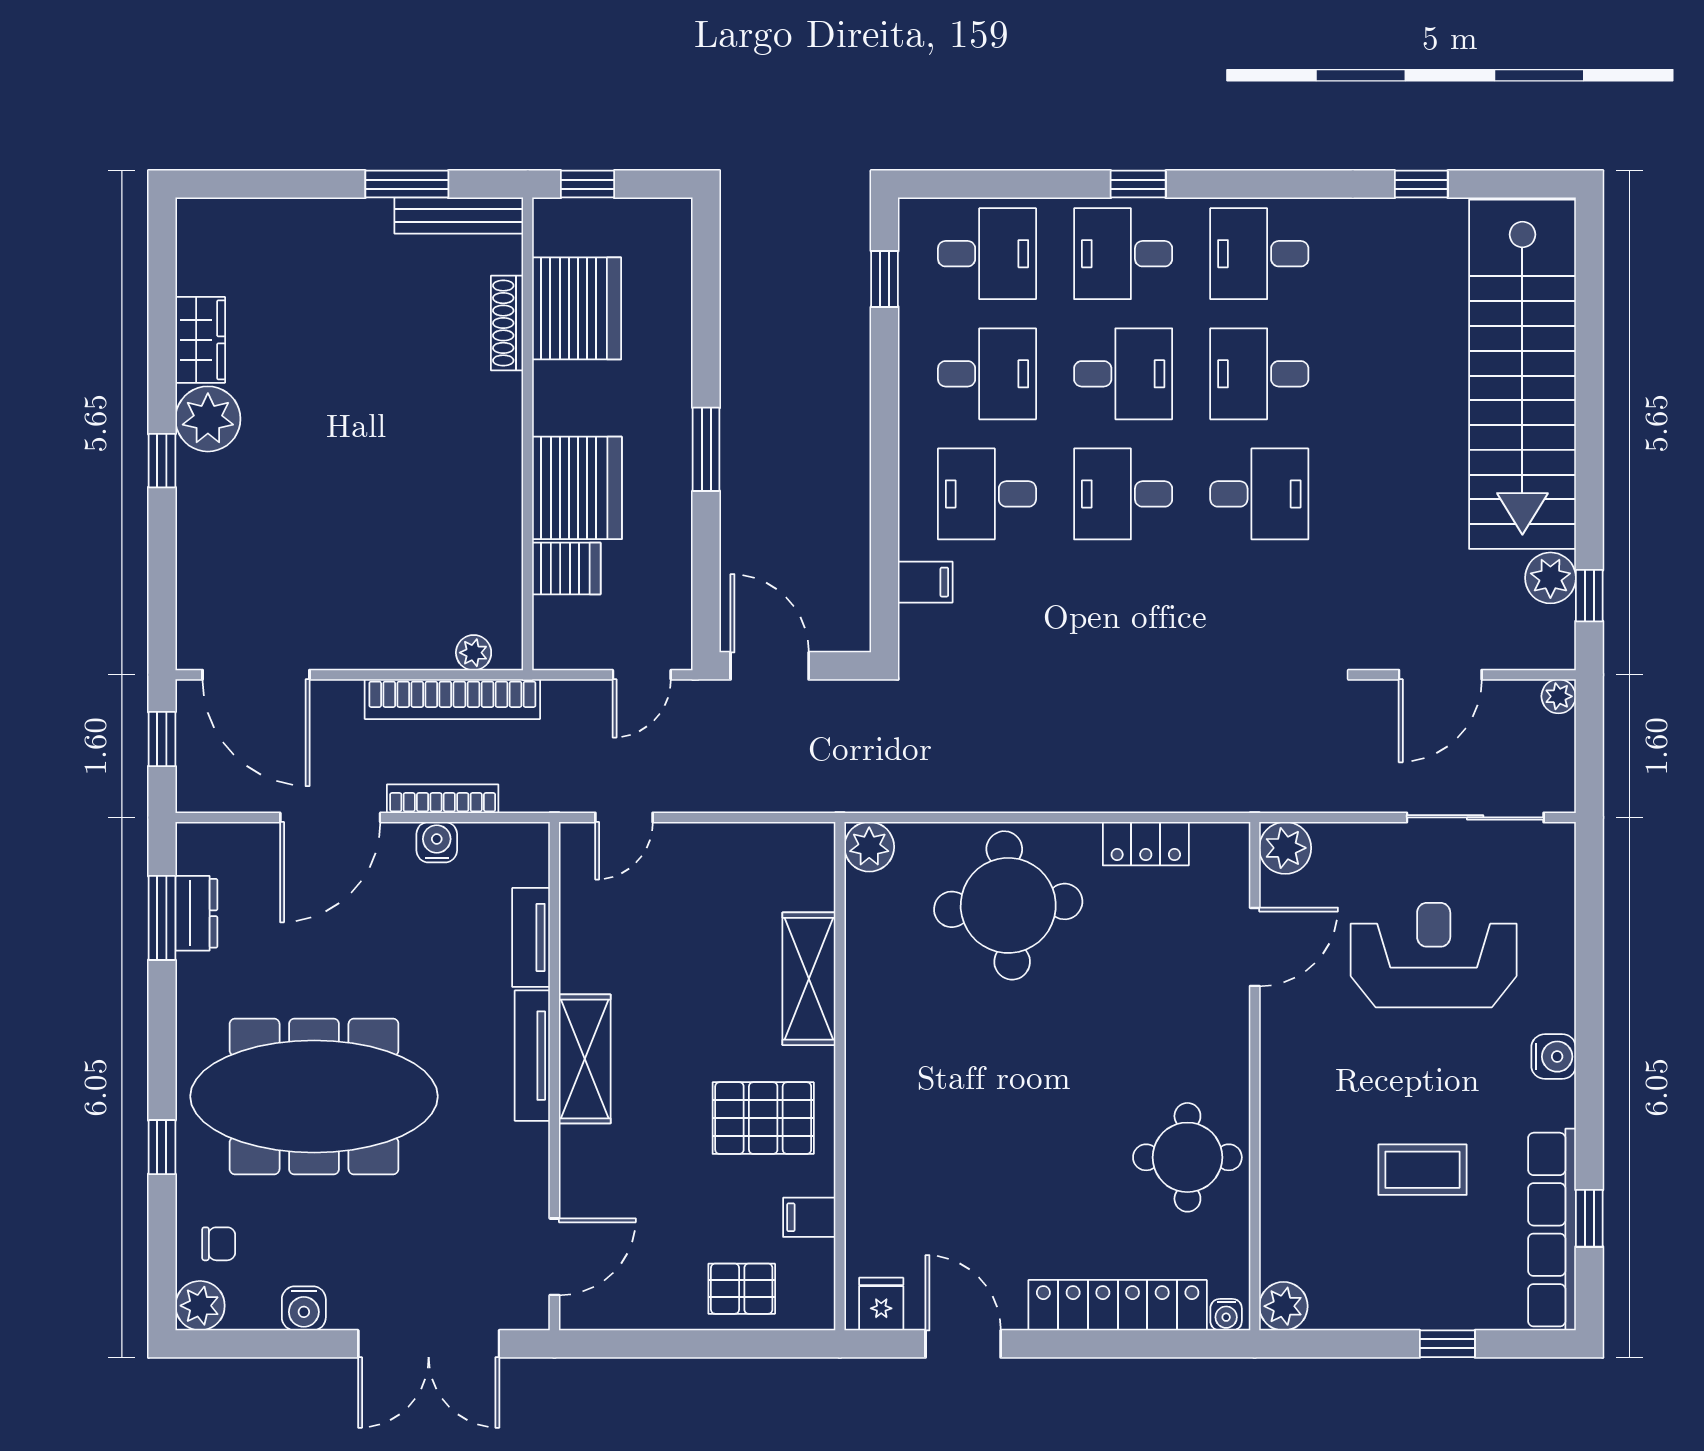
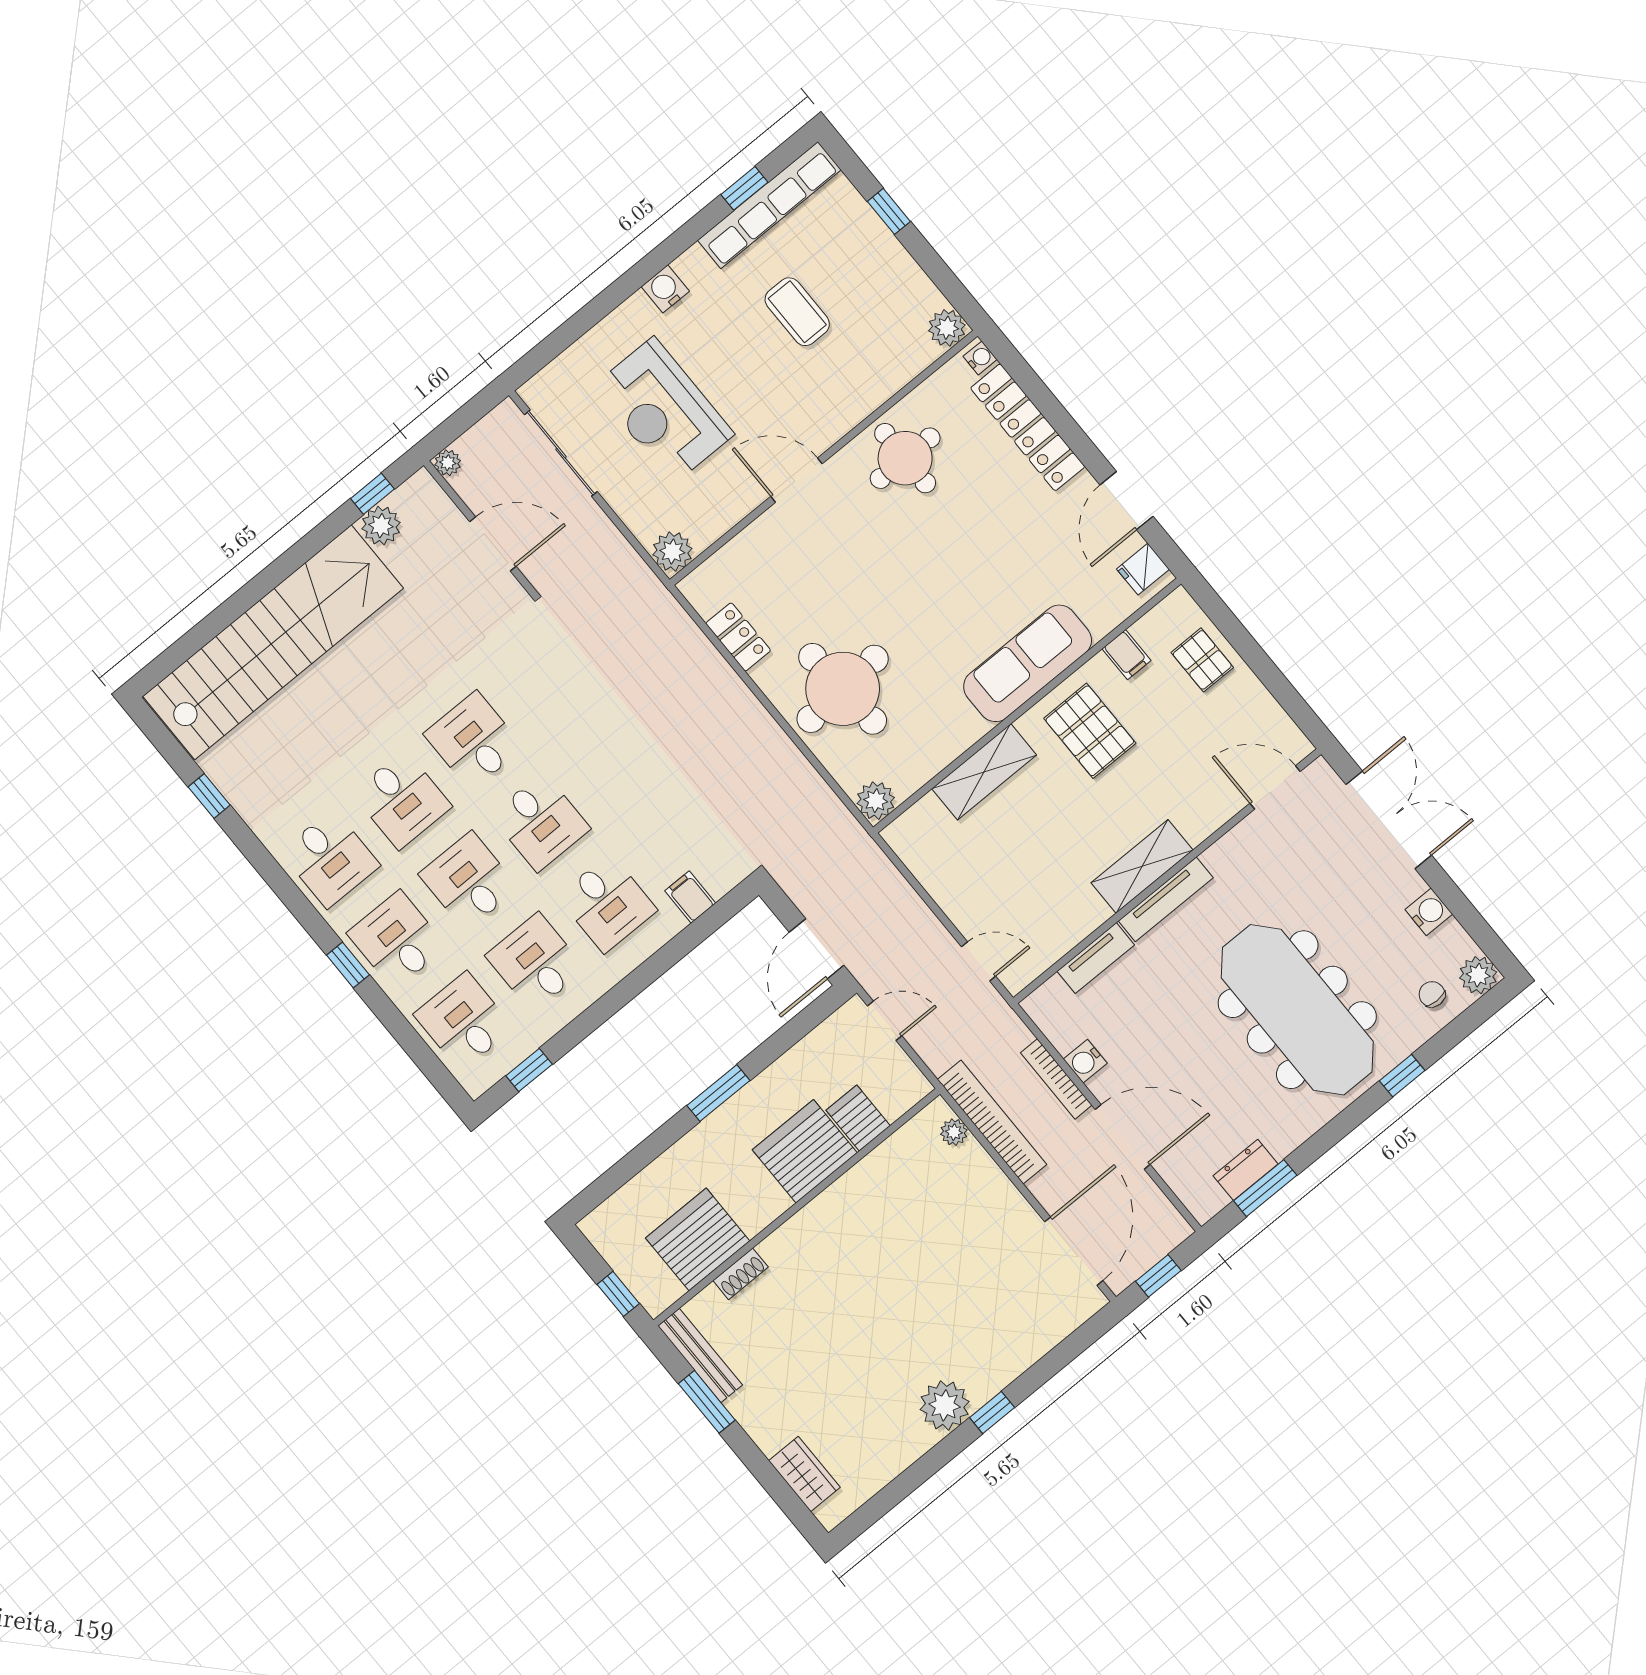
desk: (1123, 254) -> (397, 940), turned 180
shoe rack: (507, 323) -> (741, 1274), width x0.70
wardrobe: (200, 340) -> (804, 1474), moved, turned 90
door: (1255, 947) -> (797, 480), moved
sofa: (882, 1111) -> (1028, 663), added

